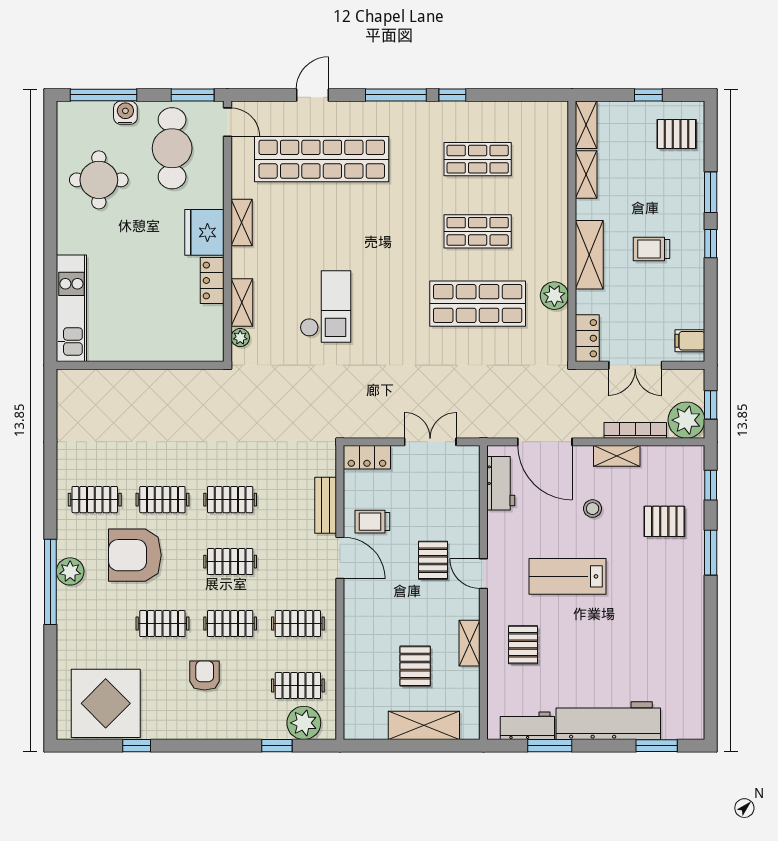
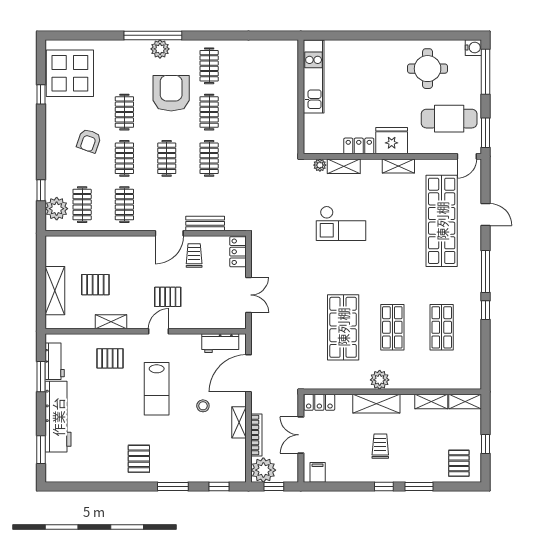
water cooler: (125, 113) -> (473, 48), moved
plant: (554, 296) -> (380, 380), moved
kitchen unit: (71, 308) -> (314, 77), moved, turned -90
pallet: (664, 521) -> (139, 459), moved
lab bench: (568, 576) -> (157, 389), turned 180
armchair: (205, 676) -> (89, 141), turned 109

